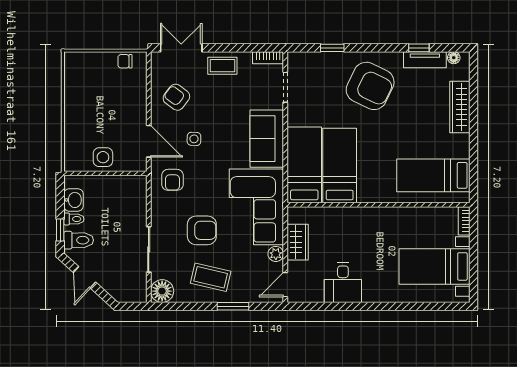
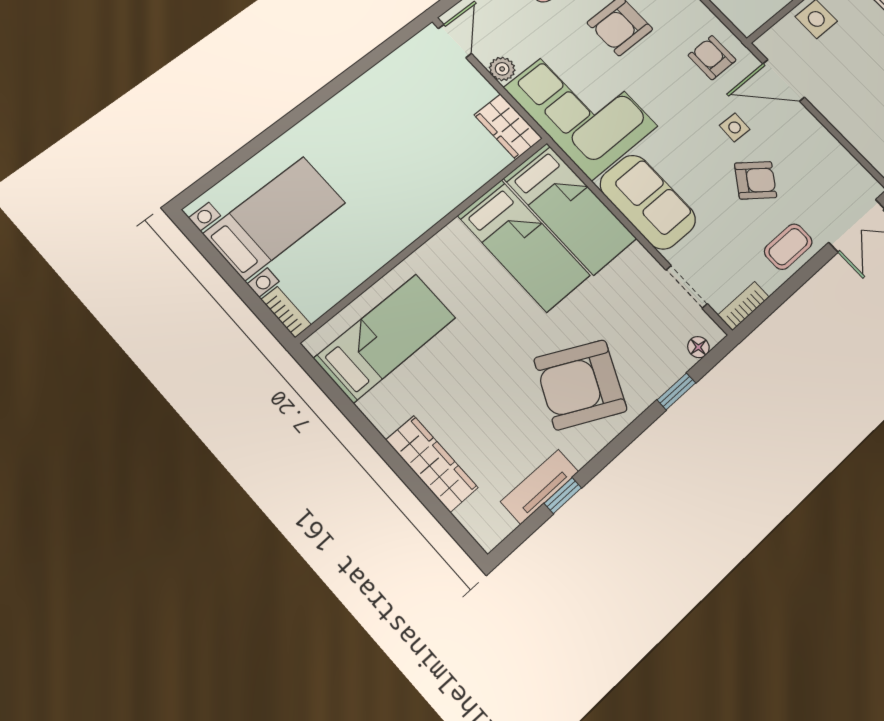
floor lamp: (454, 58) -> (698, 347), moved
armchair: (176, 97) -> (756, 180), moved
wardrobe: (298, 242) -> (508, 127), moved
desk: (343, 283) -> (382, 101), removed

